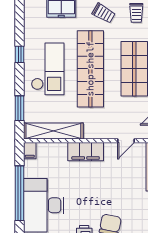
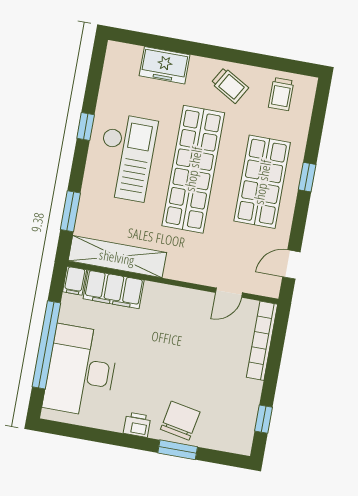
filing cabinet: (86, 152) -> (114, 289), moved

